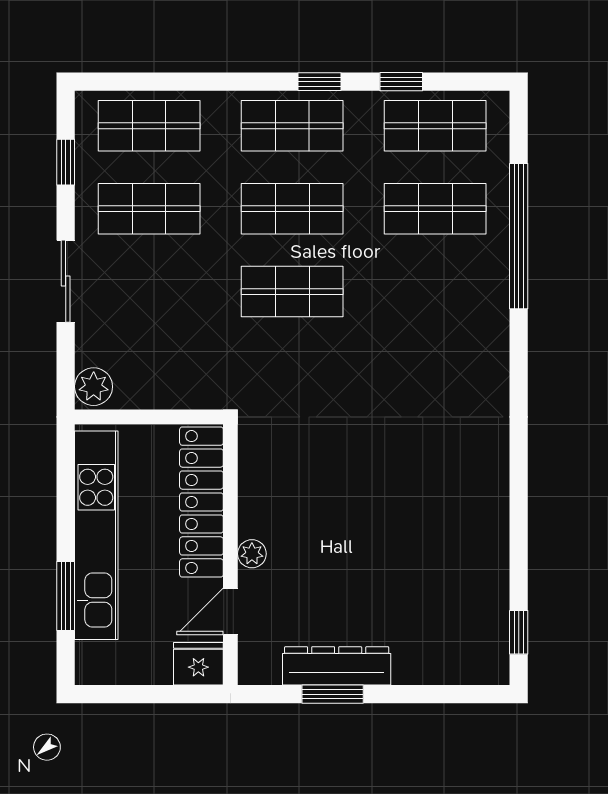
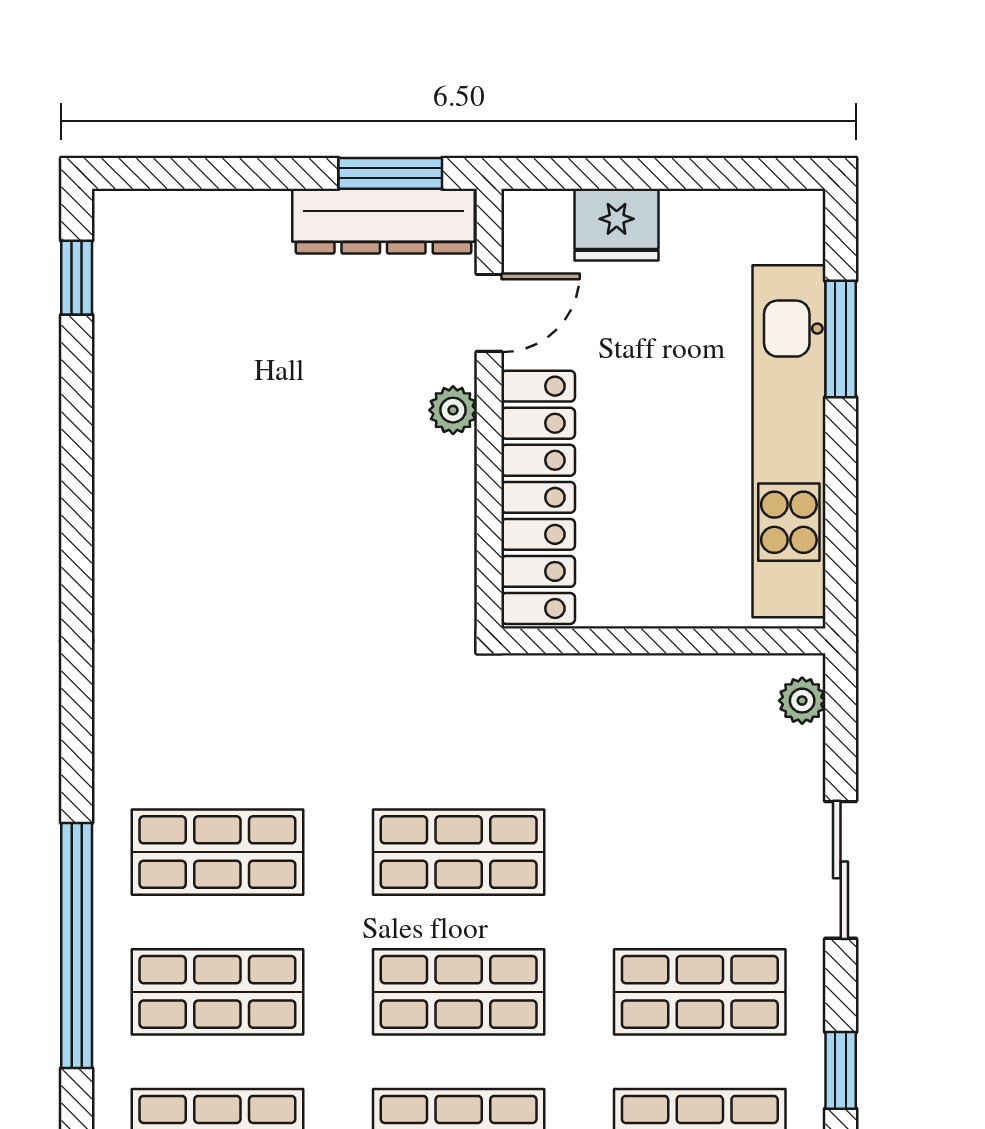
shop shelf: (435, 292) -> (217, 852), added
plant: (94, 387) -> (802, 701), width x0.73, depth x0.73
locker: (201, 502) -> (538, 497), moved
plant: (252, 554) -> (453, 410), moved
wall: (230, 555) -> (489, 409), moved
door: (230, 611) -> (489, 313), moved

